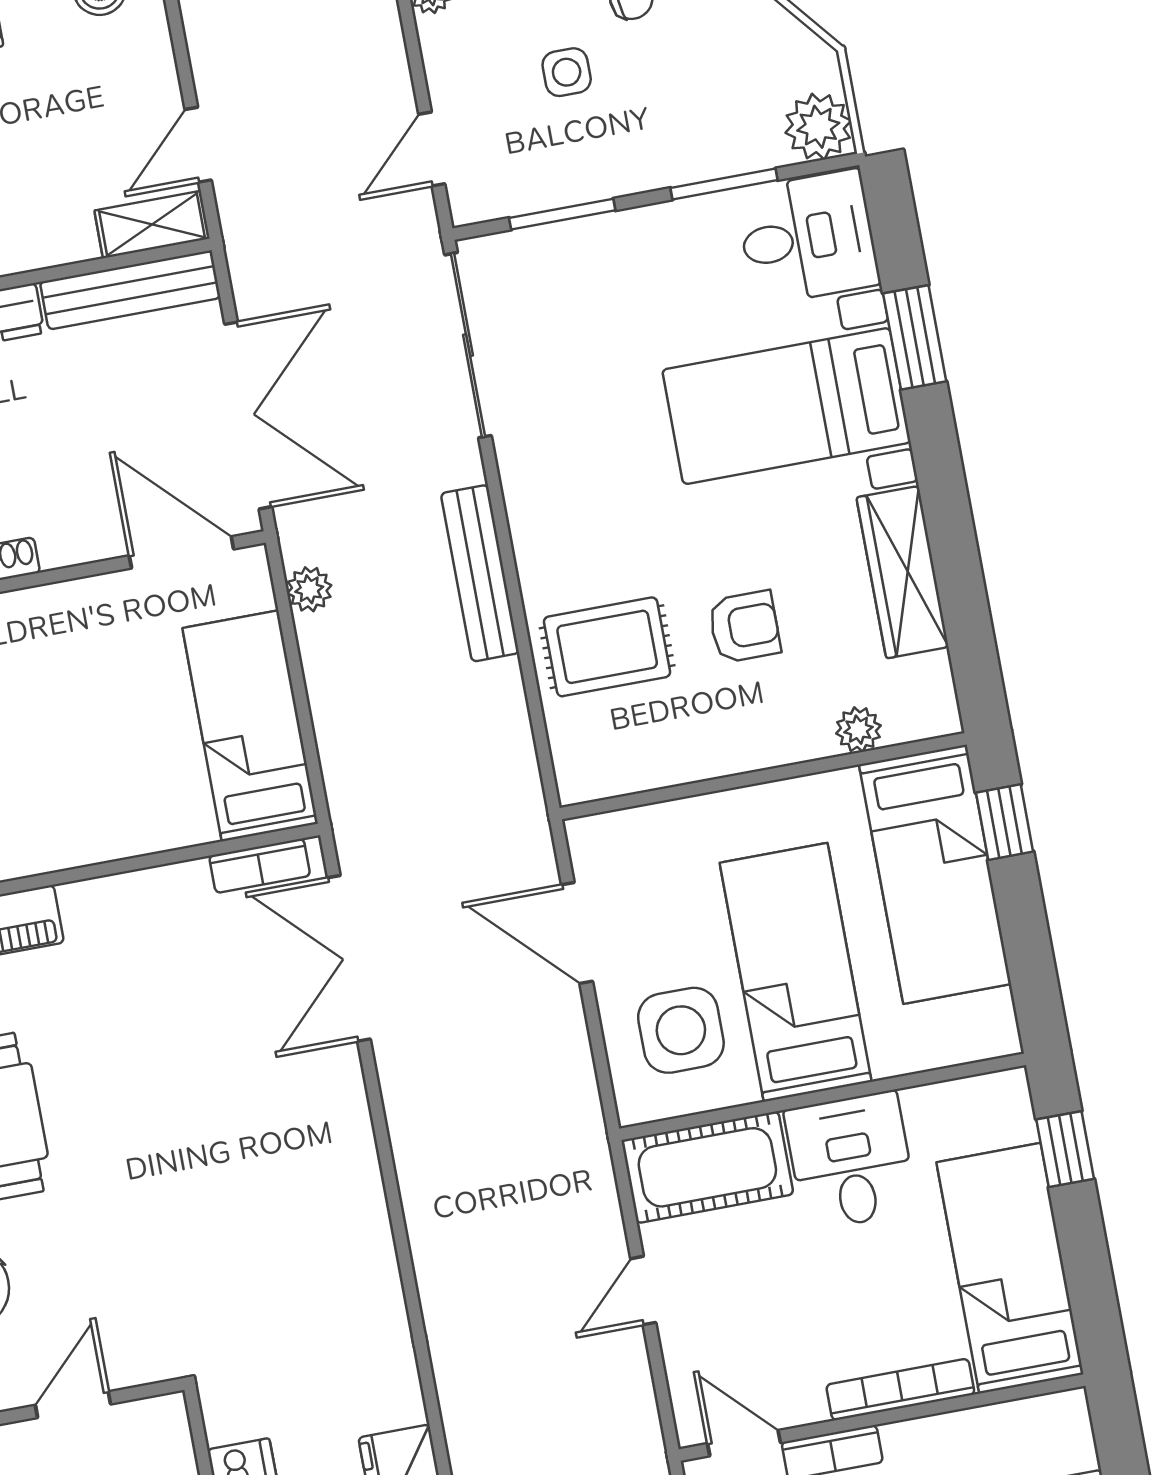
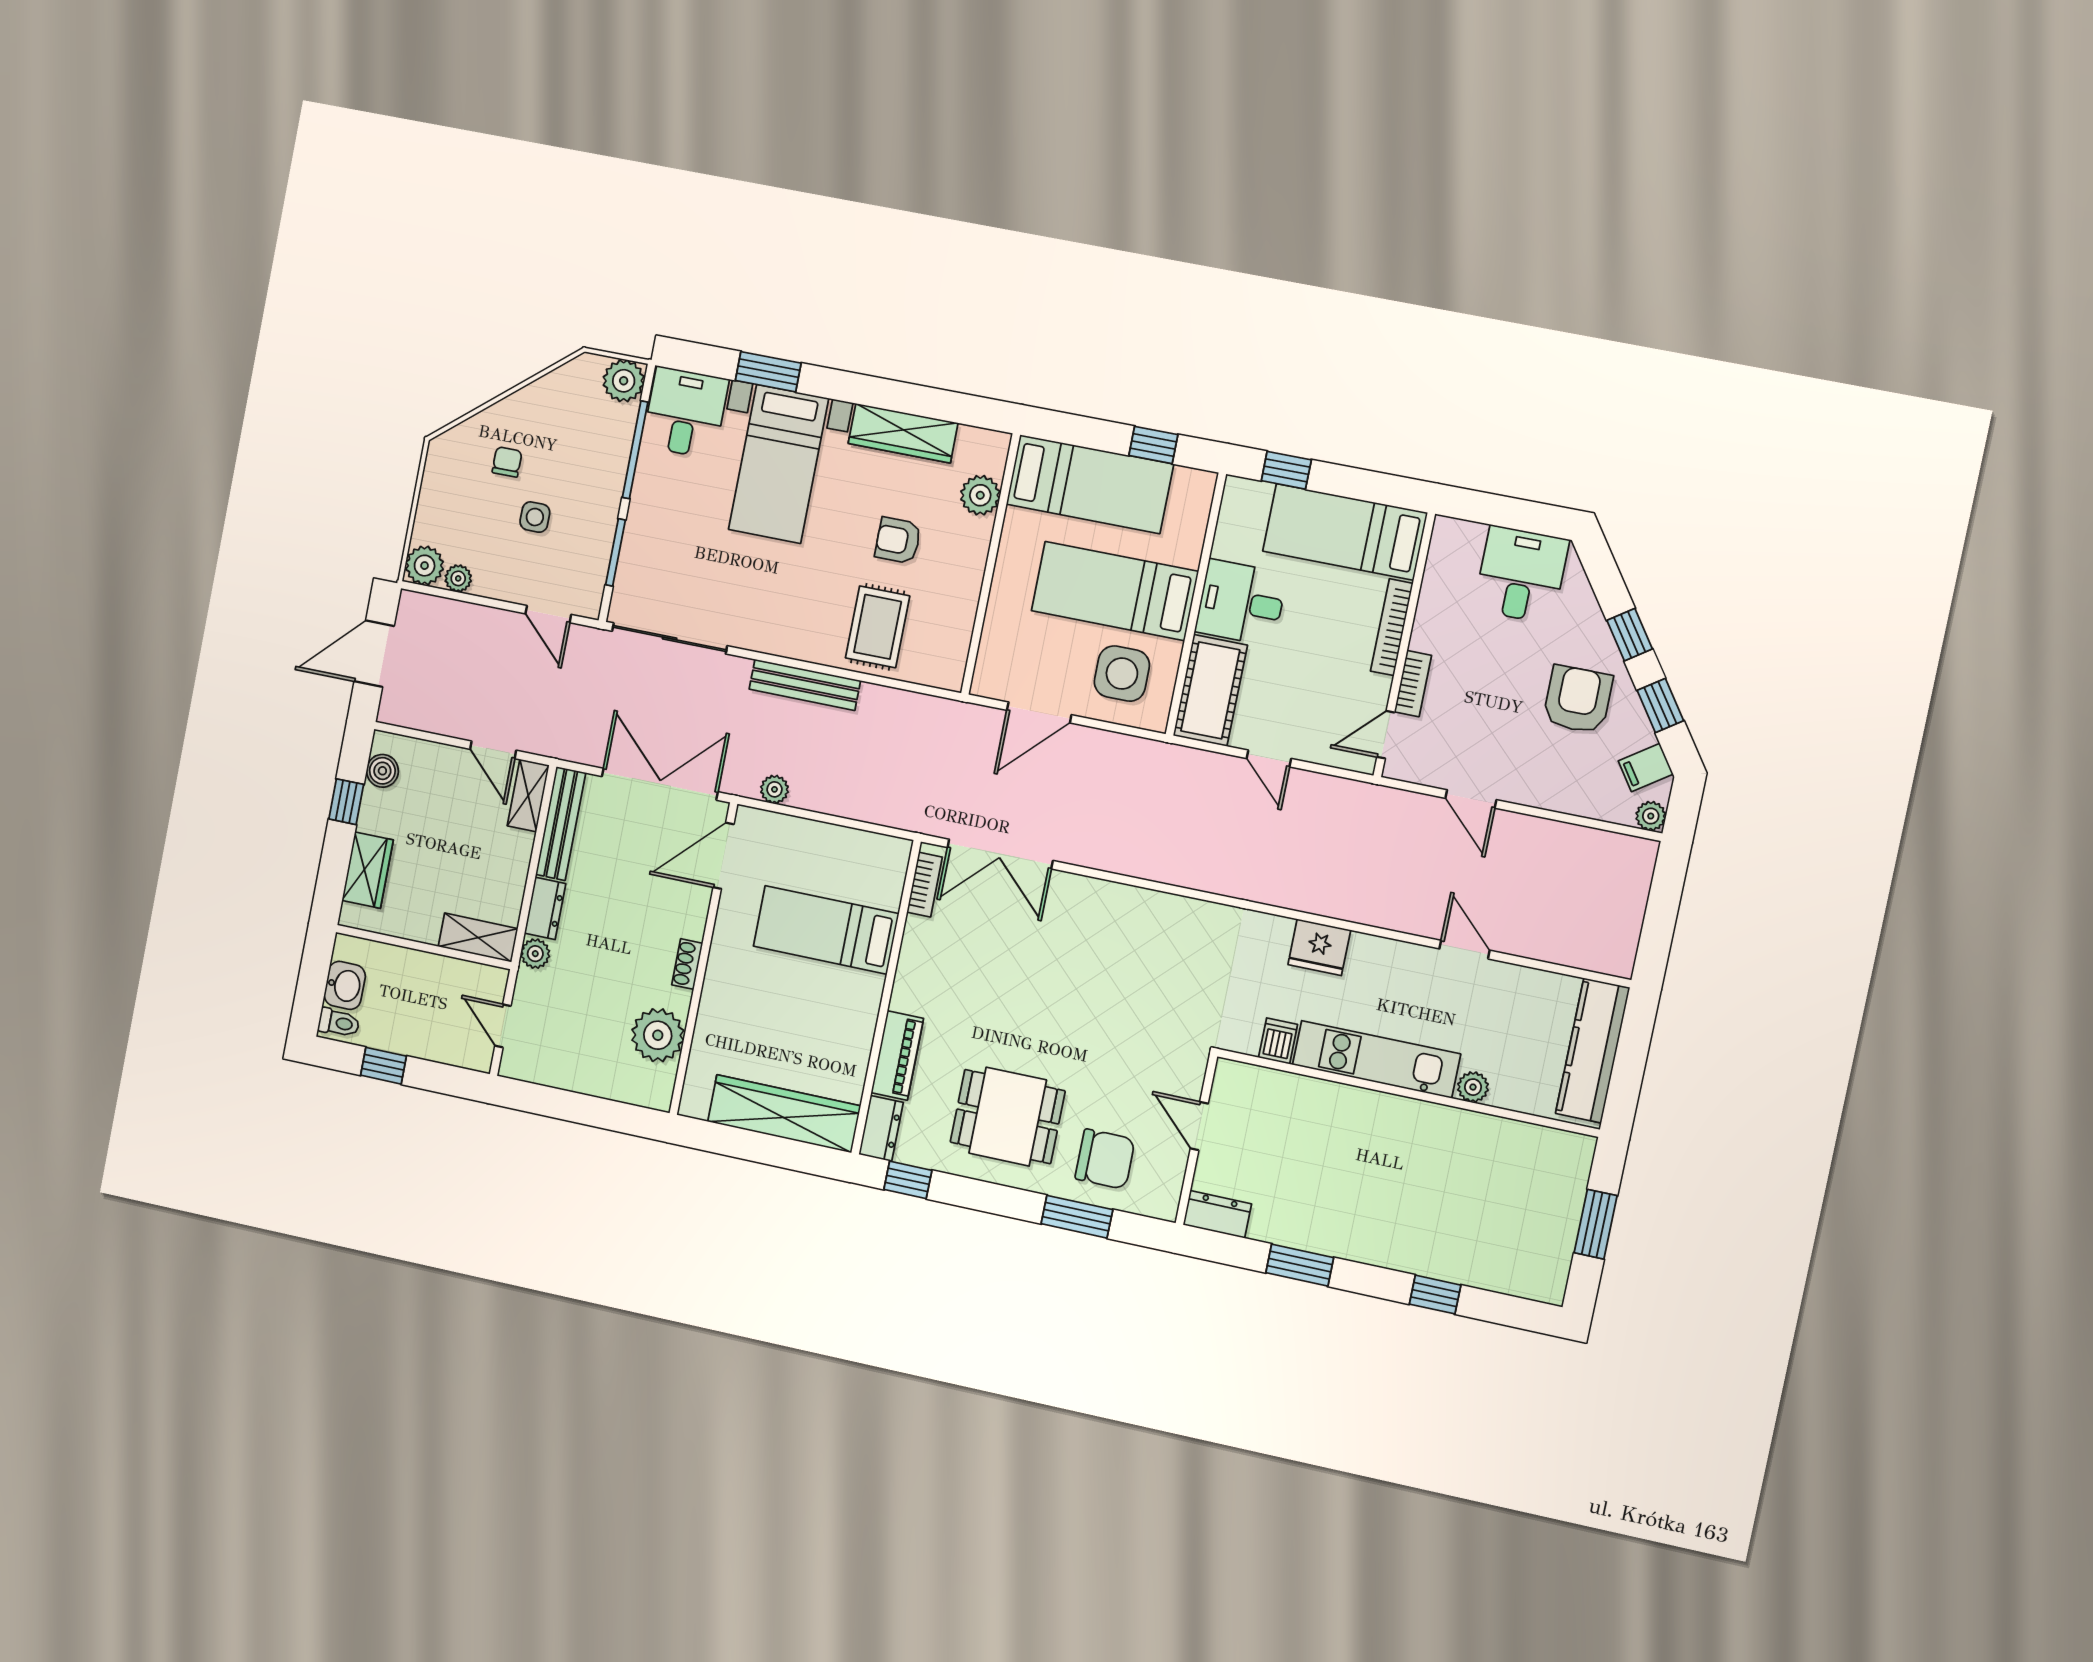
window: (724, 184) -> (635, 450), width x1.44
armchair: (744, 627) -> (898, 540), turned -90
bed: (250, 726) -> (826, 930), moved
plant: (858, 730) -> (980, 495), width x1.38, depth x1.38
window: (1004, 822) -> (1153, 445), moved

